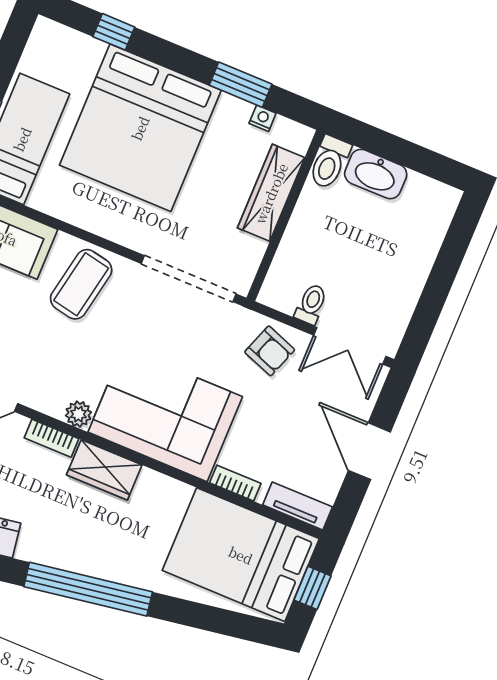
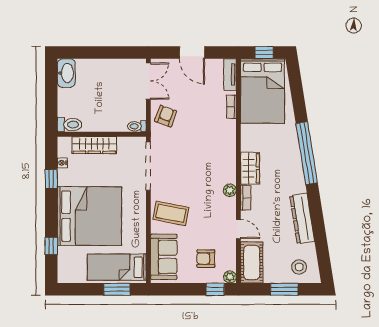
window: (241, 85) -> (51, 179), width x0.67
washbasin: (376, 174) -> (66, 73), moved
toilet: (311, 304) -> (137, 126), moved
corner sofa: (165, 414) -> (214, 151), removed
door: (369, 451) -> (192, 53), hinge flipped

